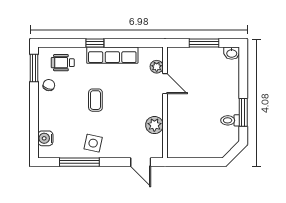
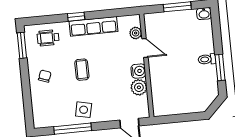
chair: (49, 85) -> (45, 76), moved
toilet: (230, 120) -> (207, 59), moved
water cooler: (45, 138) -> (138, 71), moved, turned 180

